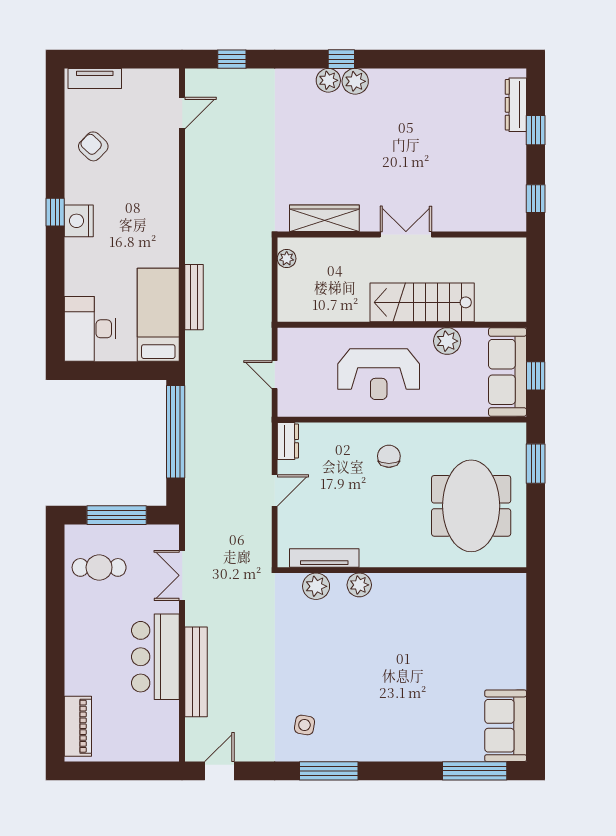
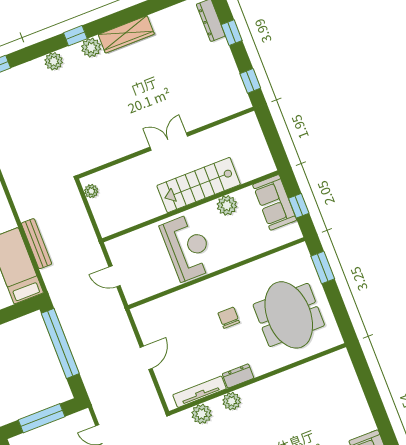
plant: (328, 80) -> (54, 61), moved
wardrobe: (324, 218) -> (126, 34), moved, turned 180
sofa: (508, 372) -> (275, 202), width x0.73
reception desk: (379, 374) -> (188, 247), turned -90
dresser: (288, 441) -> (238, 376), moved, turned -90
chair: (389, 456) -> (229, 318), moved

